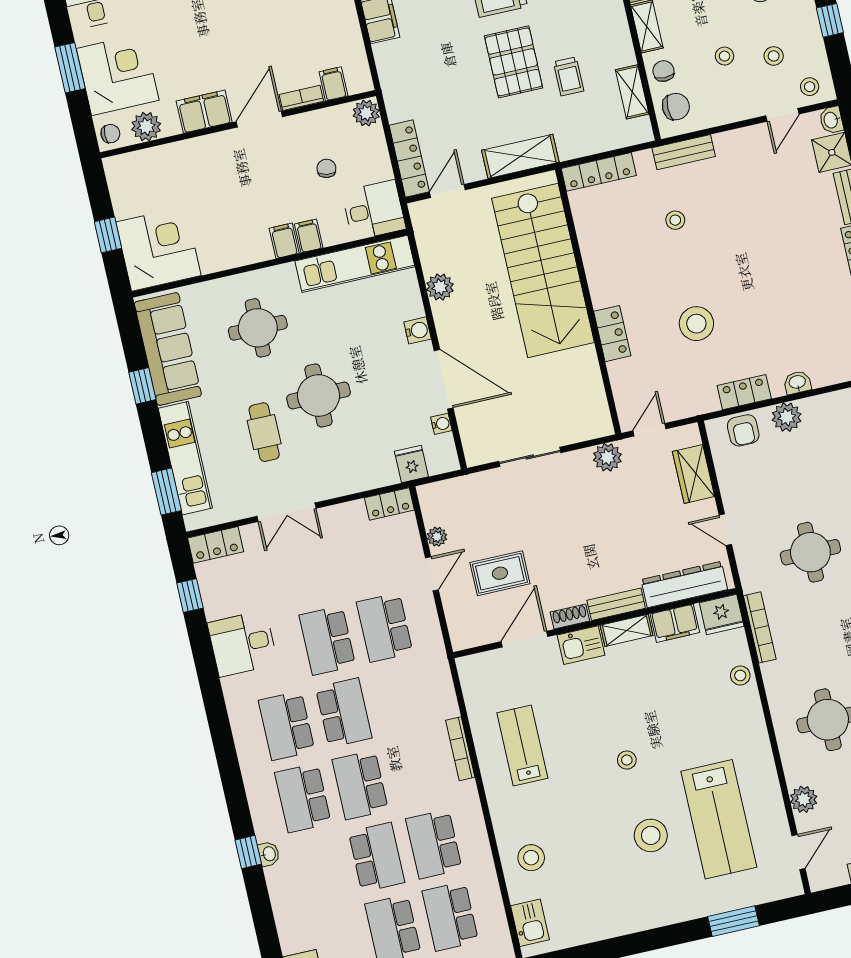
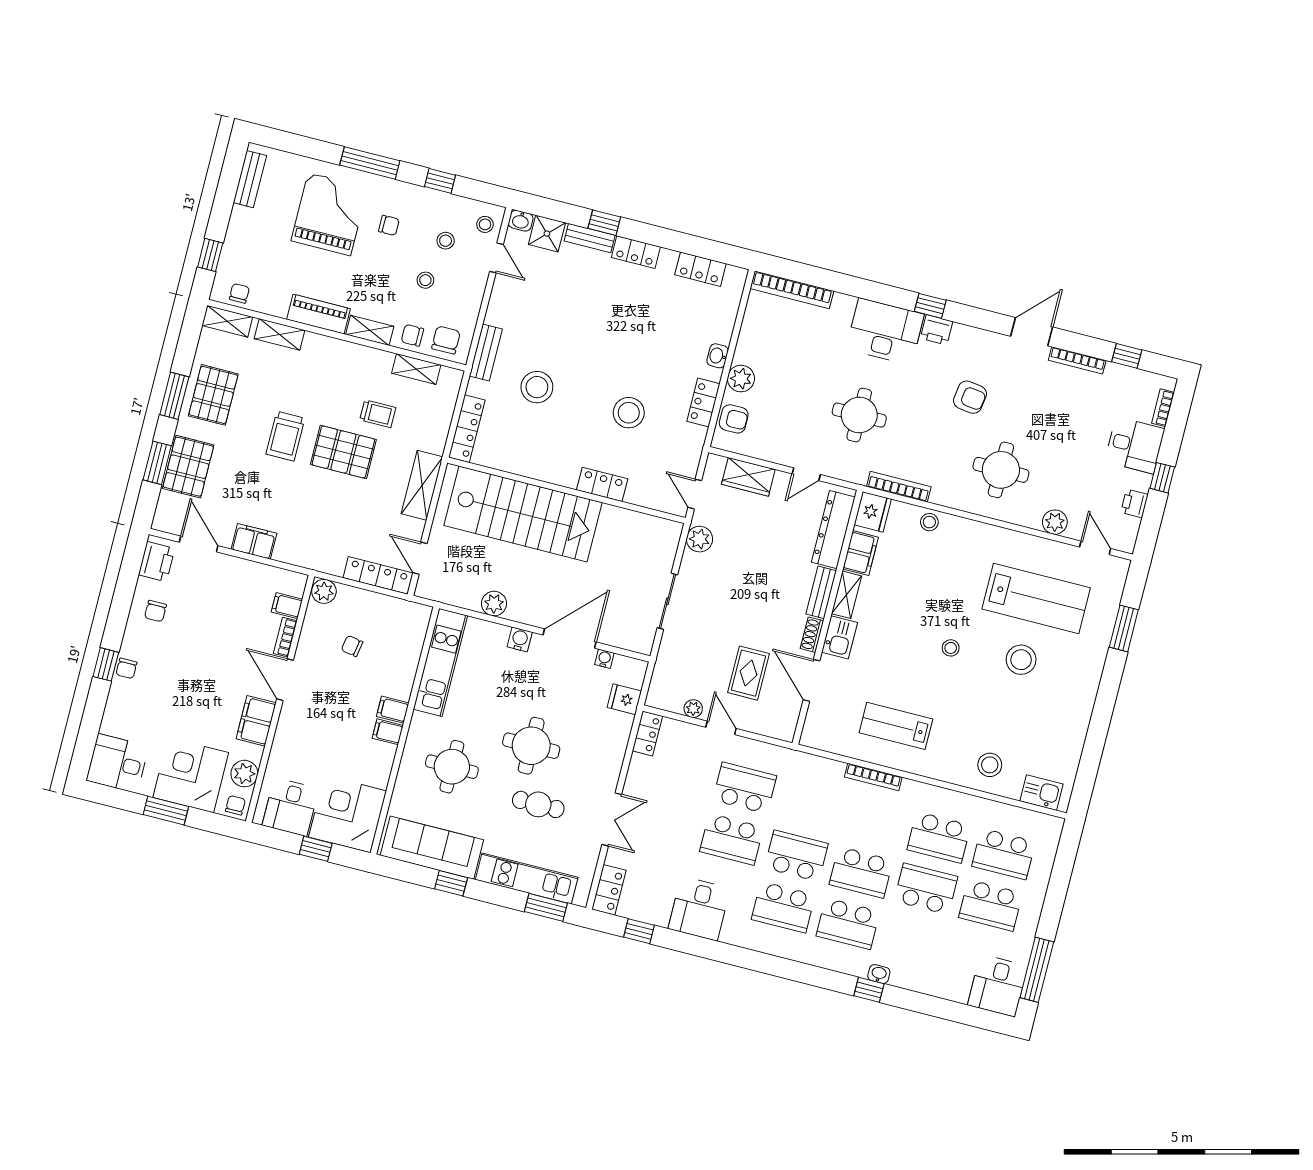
desk: (374, 210) -> (290, 807), moved, turned 180
stool: (675, 220) -> (537, 387), width x1.89, depth x1.89
filing cabinet: (309, 236) -> (388, 732), moved
school desk: (385, 627) -> (745, 788), turned 180

